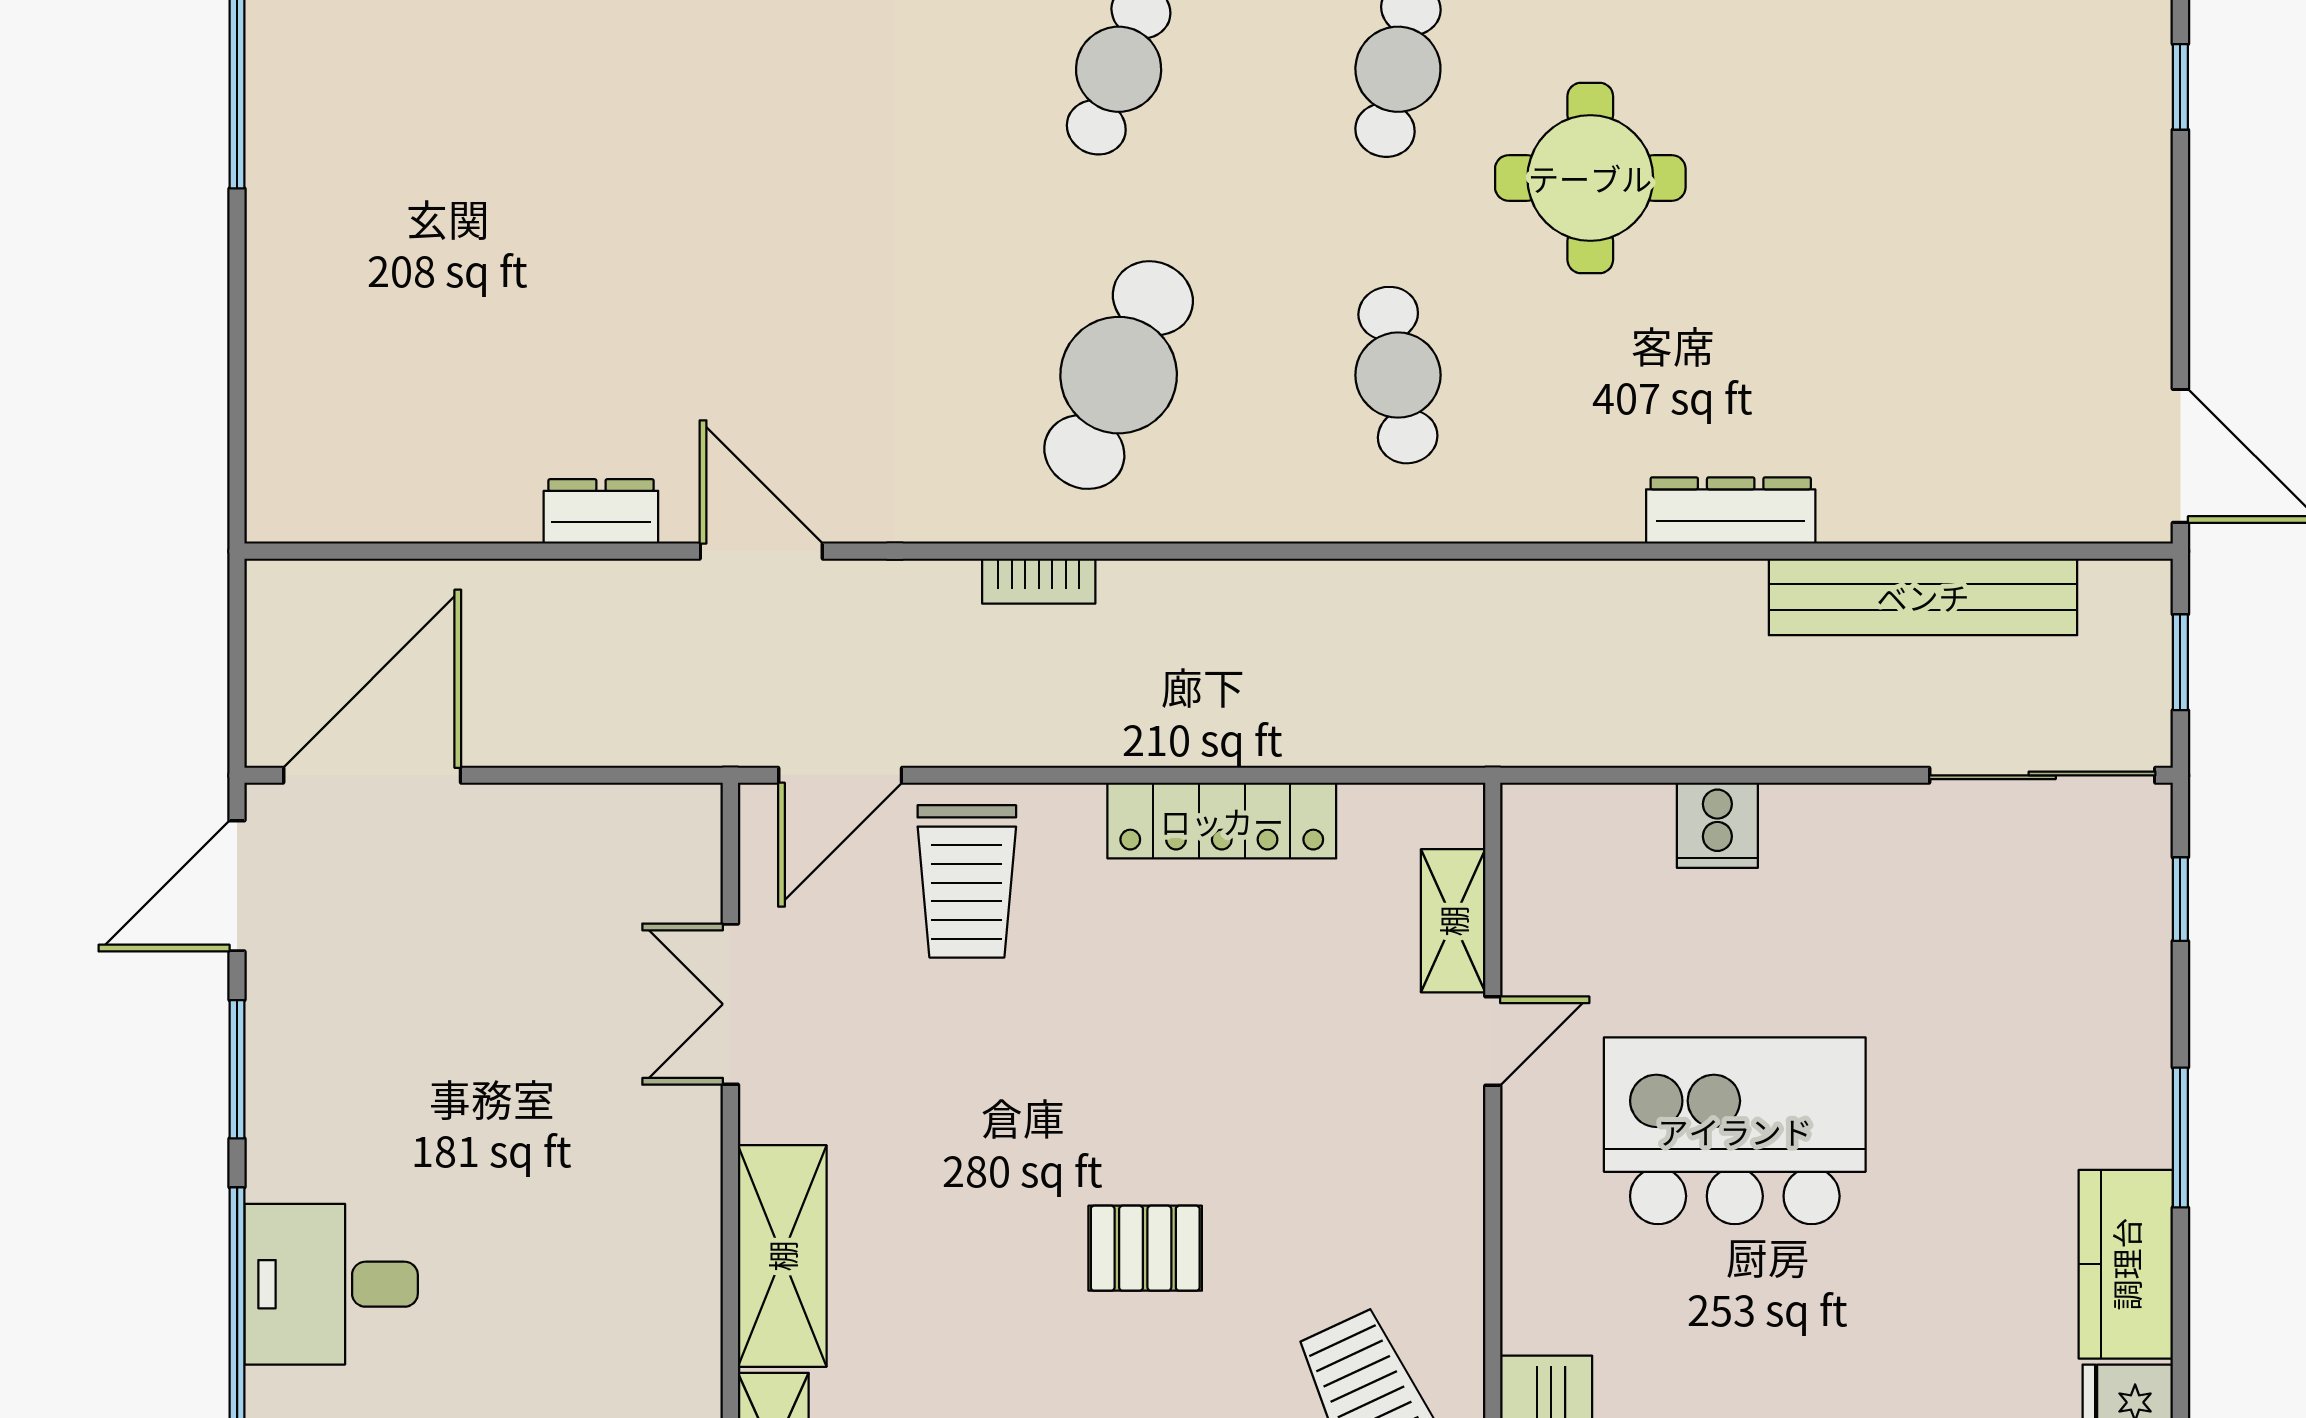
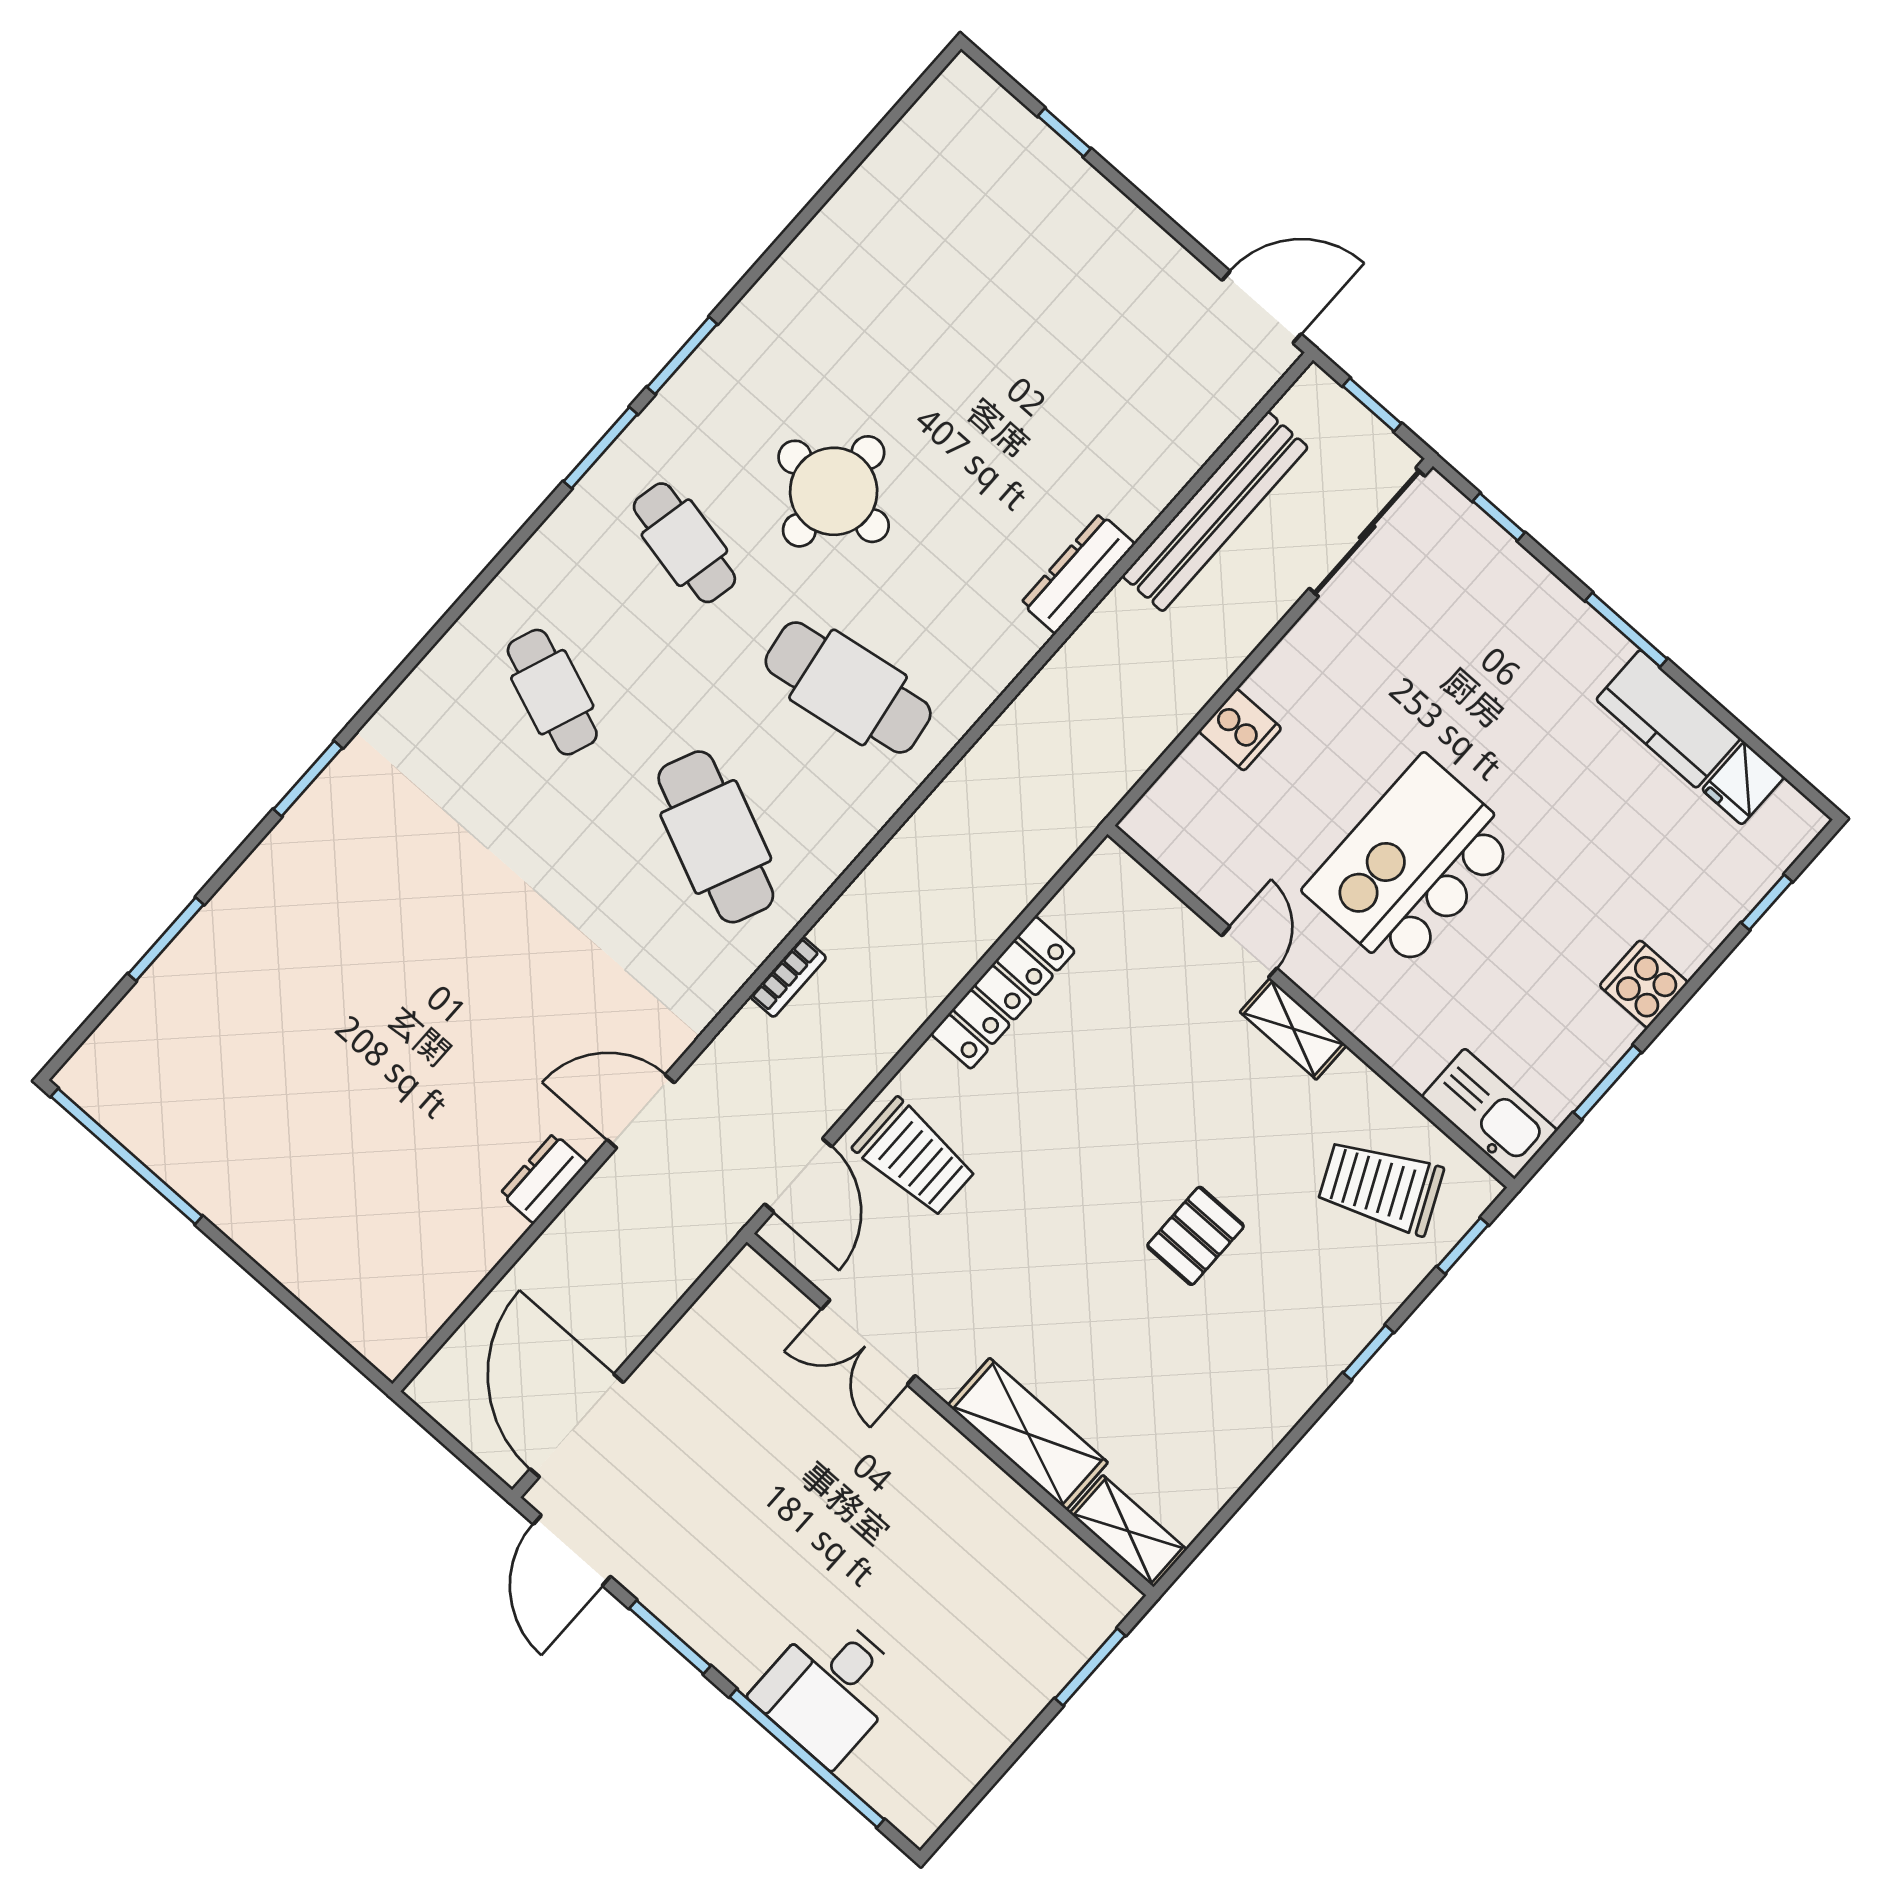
cafe table: (1398, 375) -> (848, 687), width x1.37, depth x1.35
shelving: (1453, 921) -> (1293, 1029), moved

